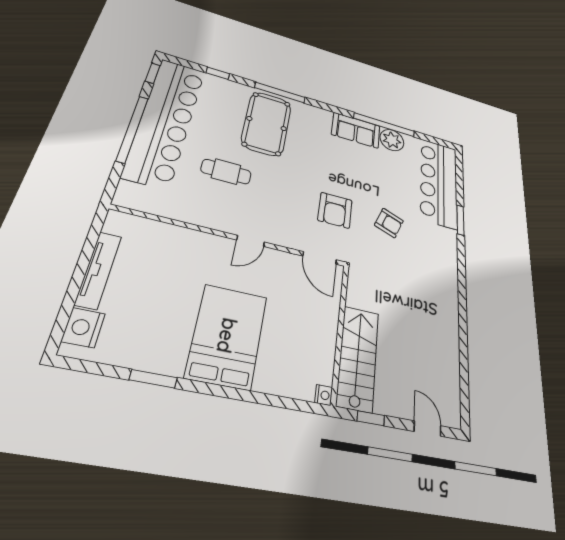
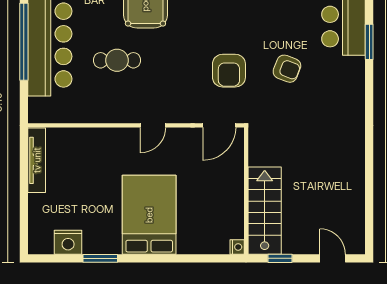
door: (320, 258) -> (219, 125), hinge flipped
tv unit: (98, 270) -> (37, 160), moved
nightstand: (83, 328) -> (68, 242), moved, turned -90

